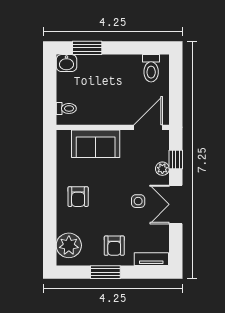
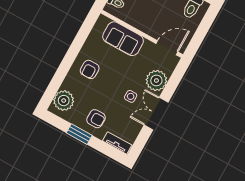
window: (176, 159) -> (174, 82), removed
plant: (162, 169) -> (156, 80), width x1.88, depth x1.88
armchair: (114, 246) -> (96, 119), turned -90

